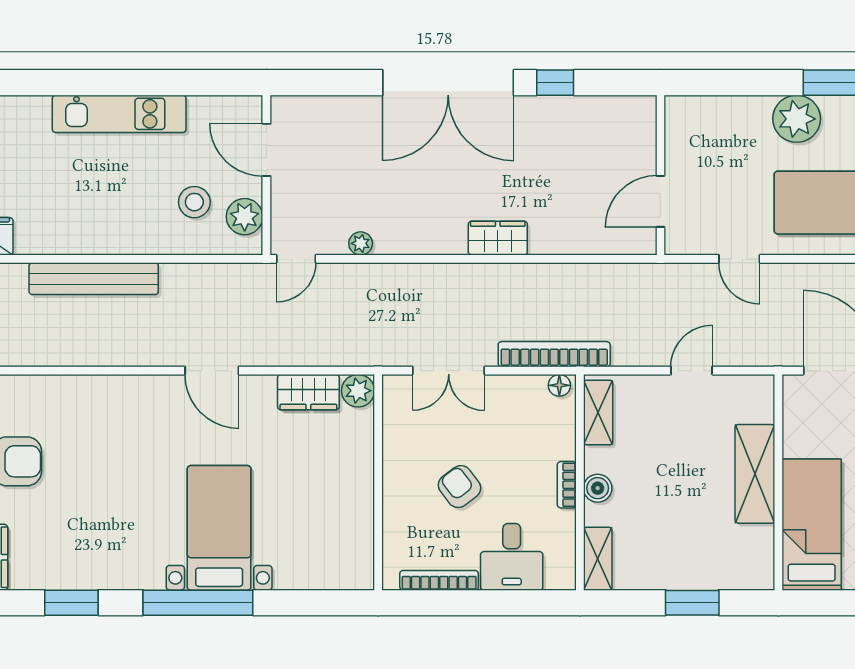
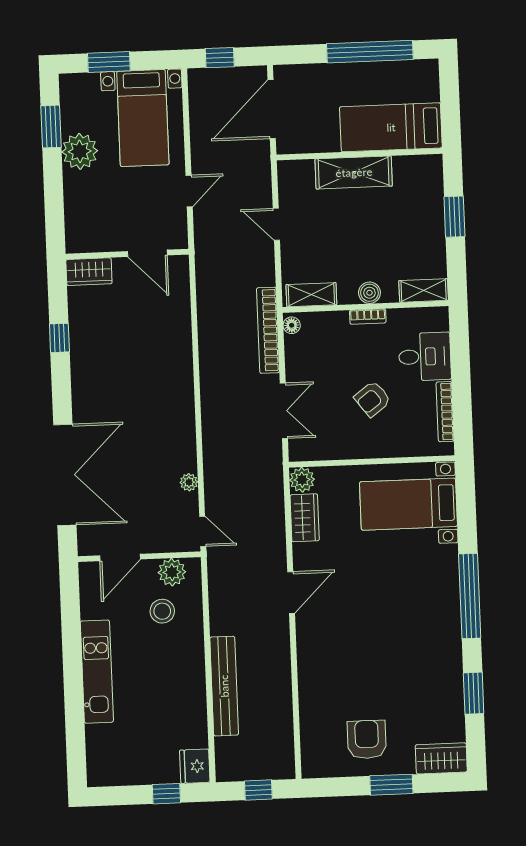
double door: (448, 83) -> (65, 475), moved
wardrobe: (498, 238) -> (89, 272), moved, turned -90
bed with nightstands: (219, 528) -> (408, 504), moved

